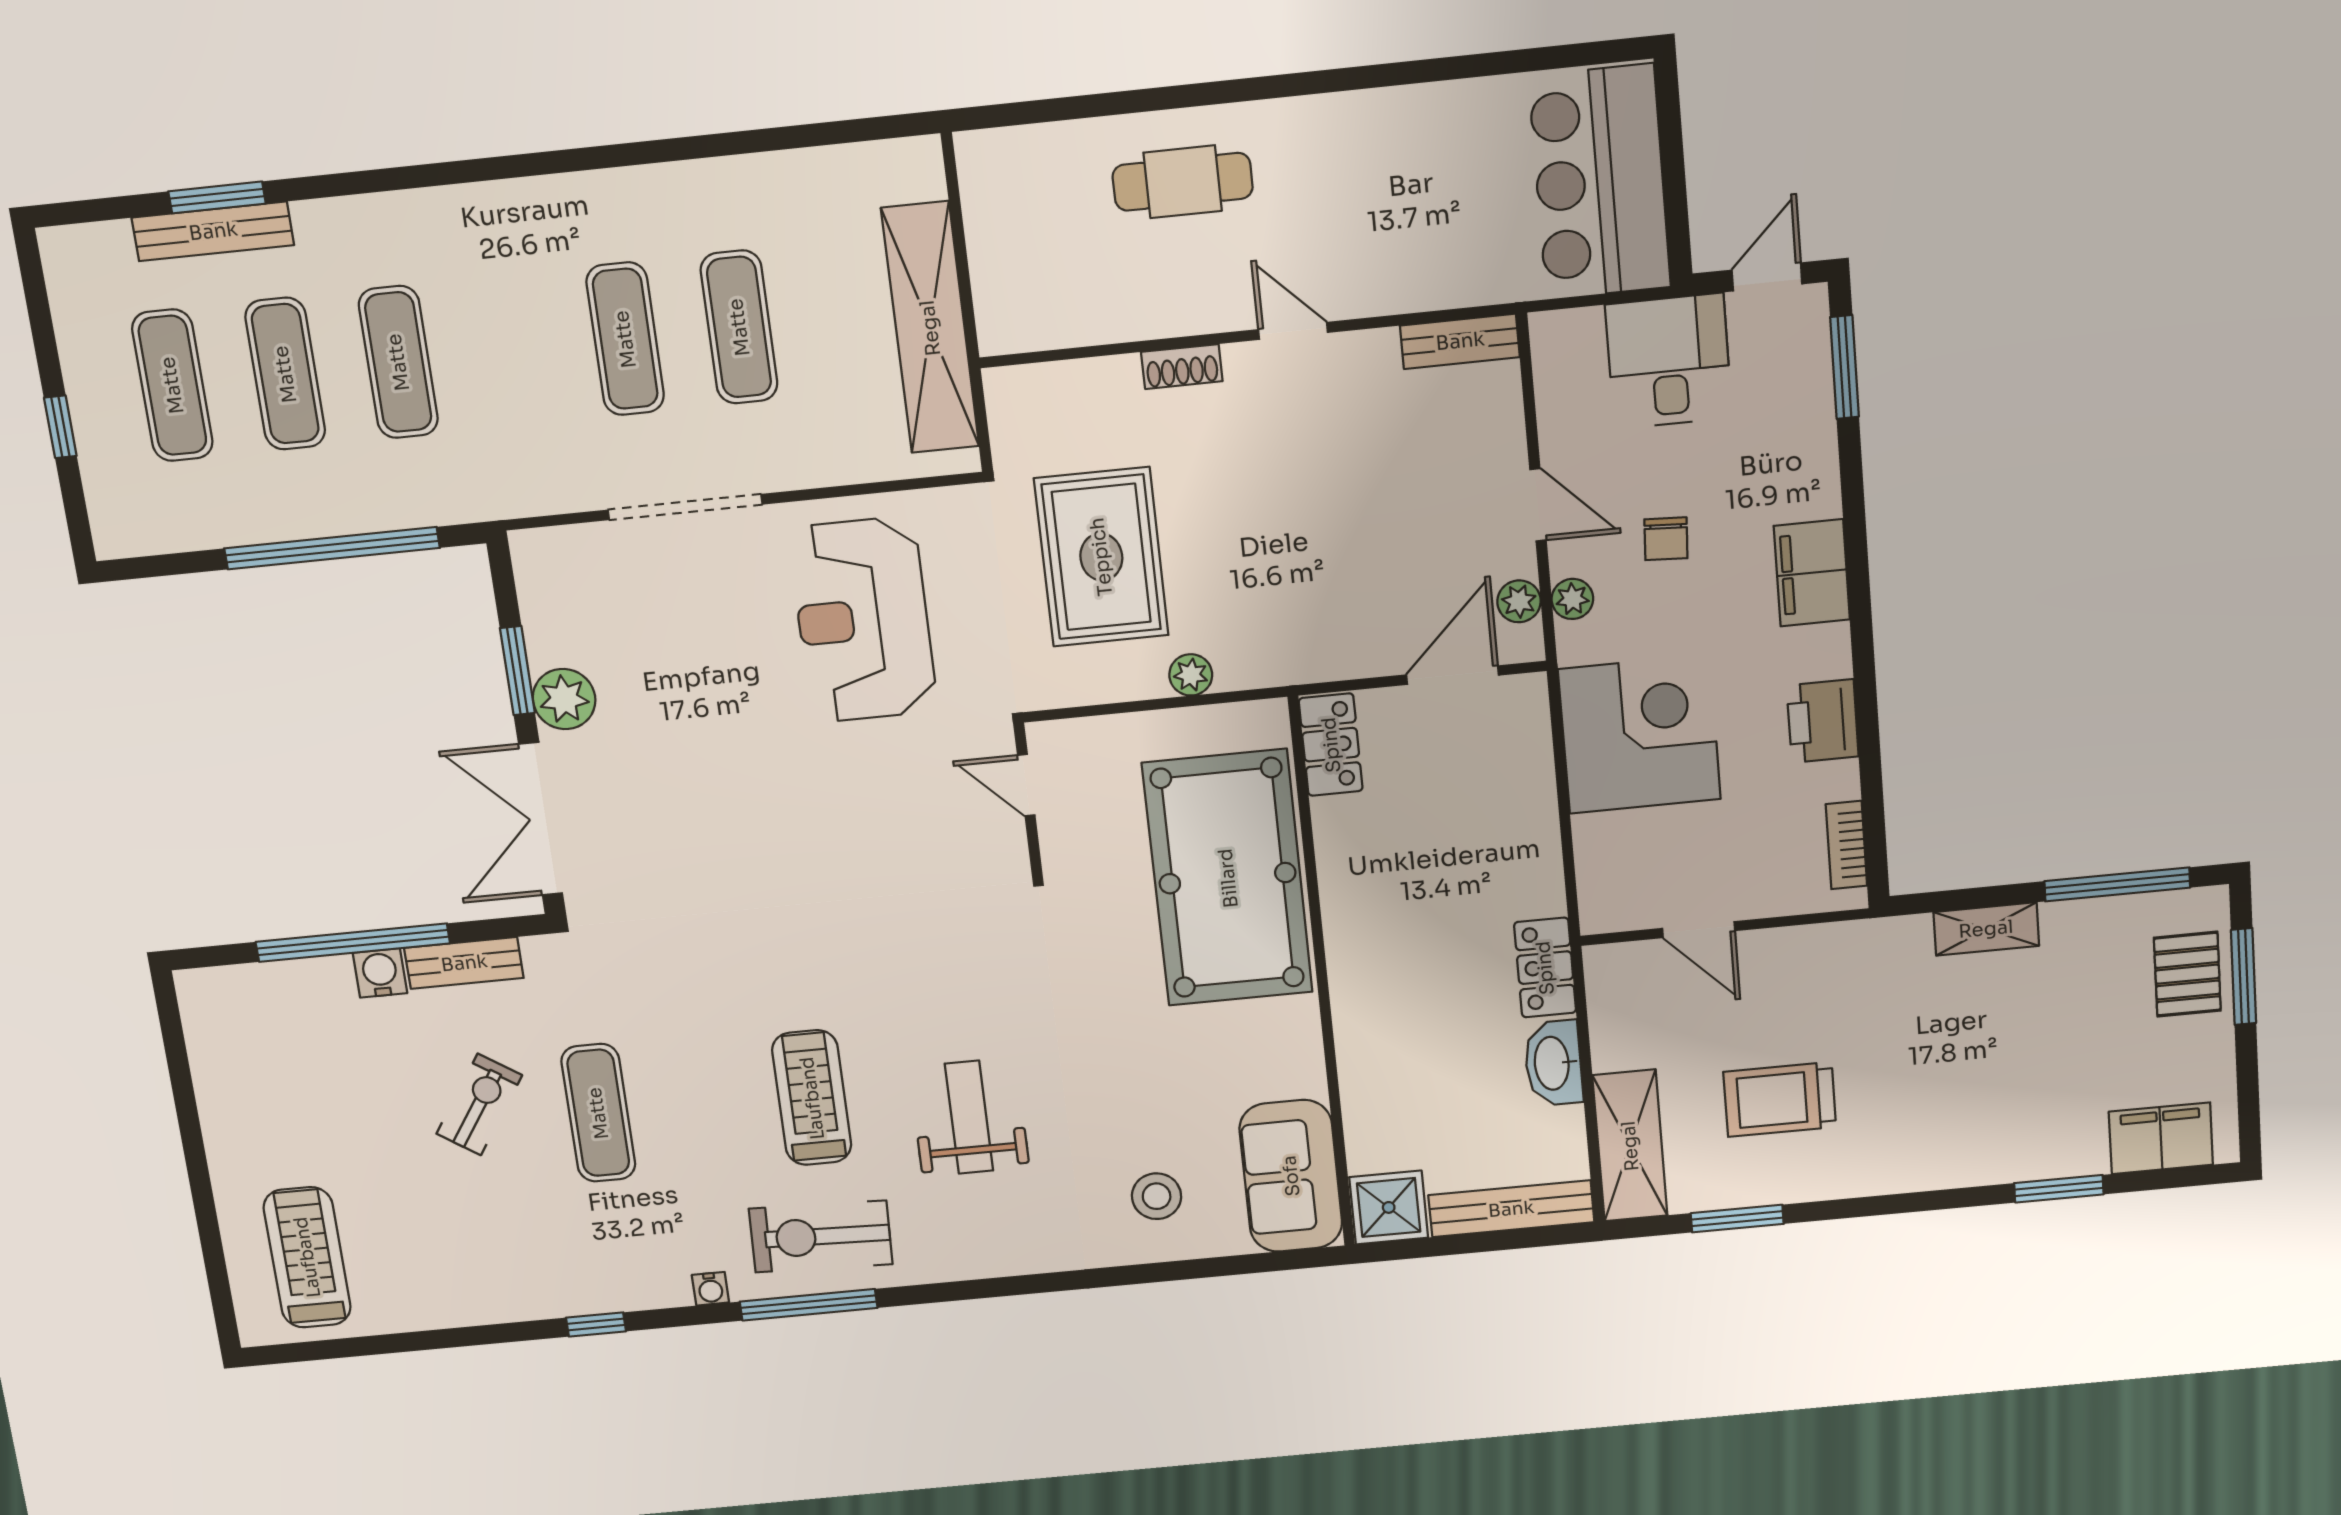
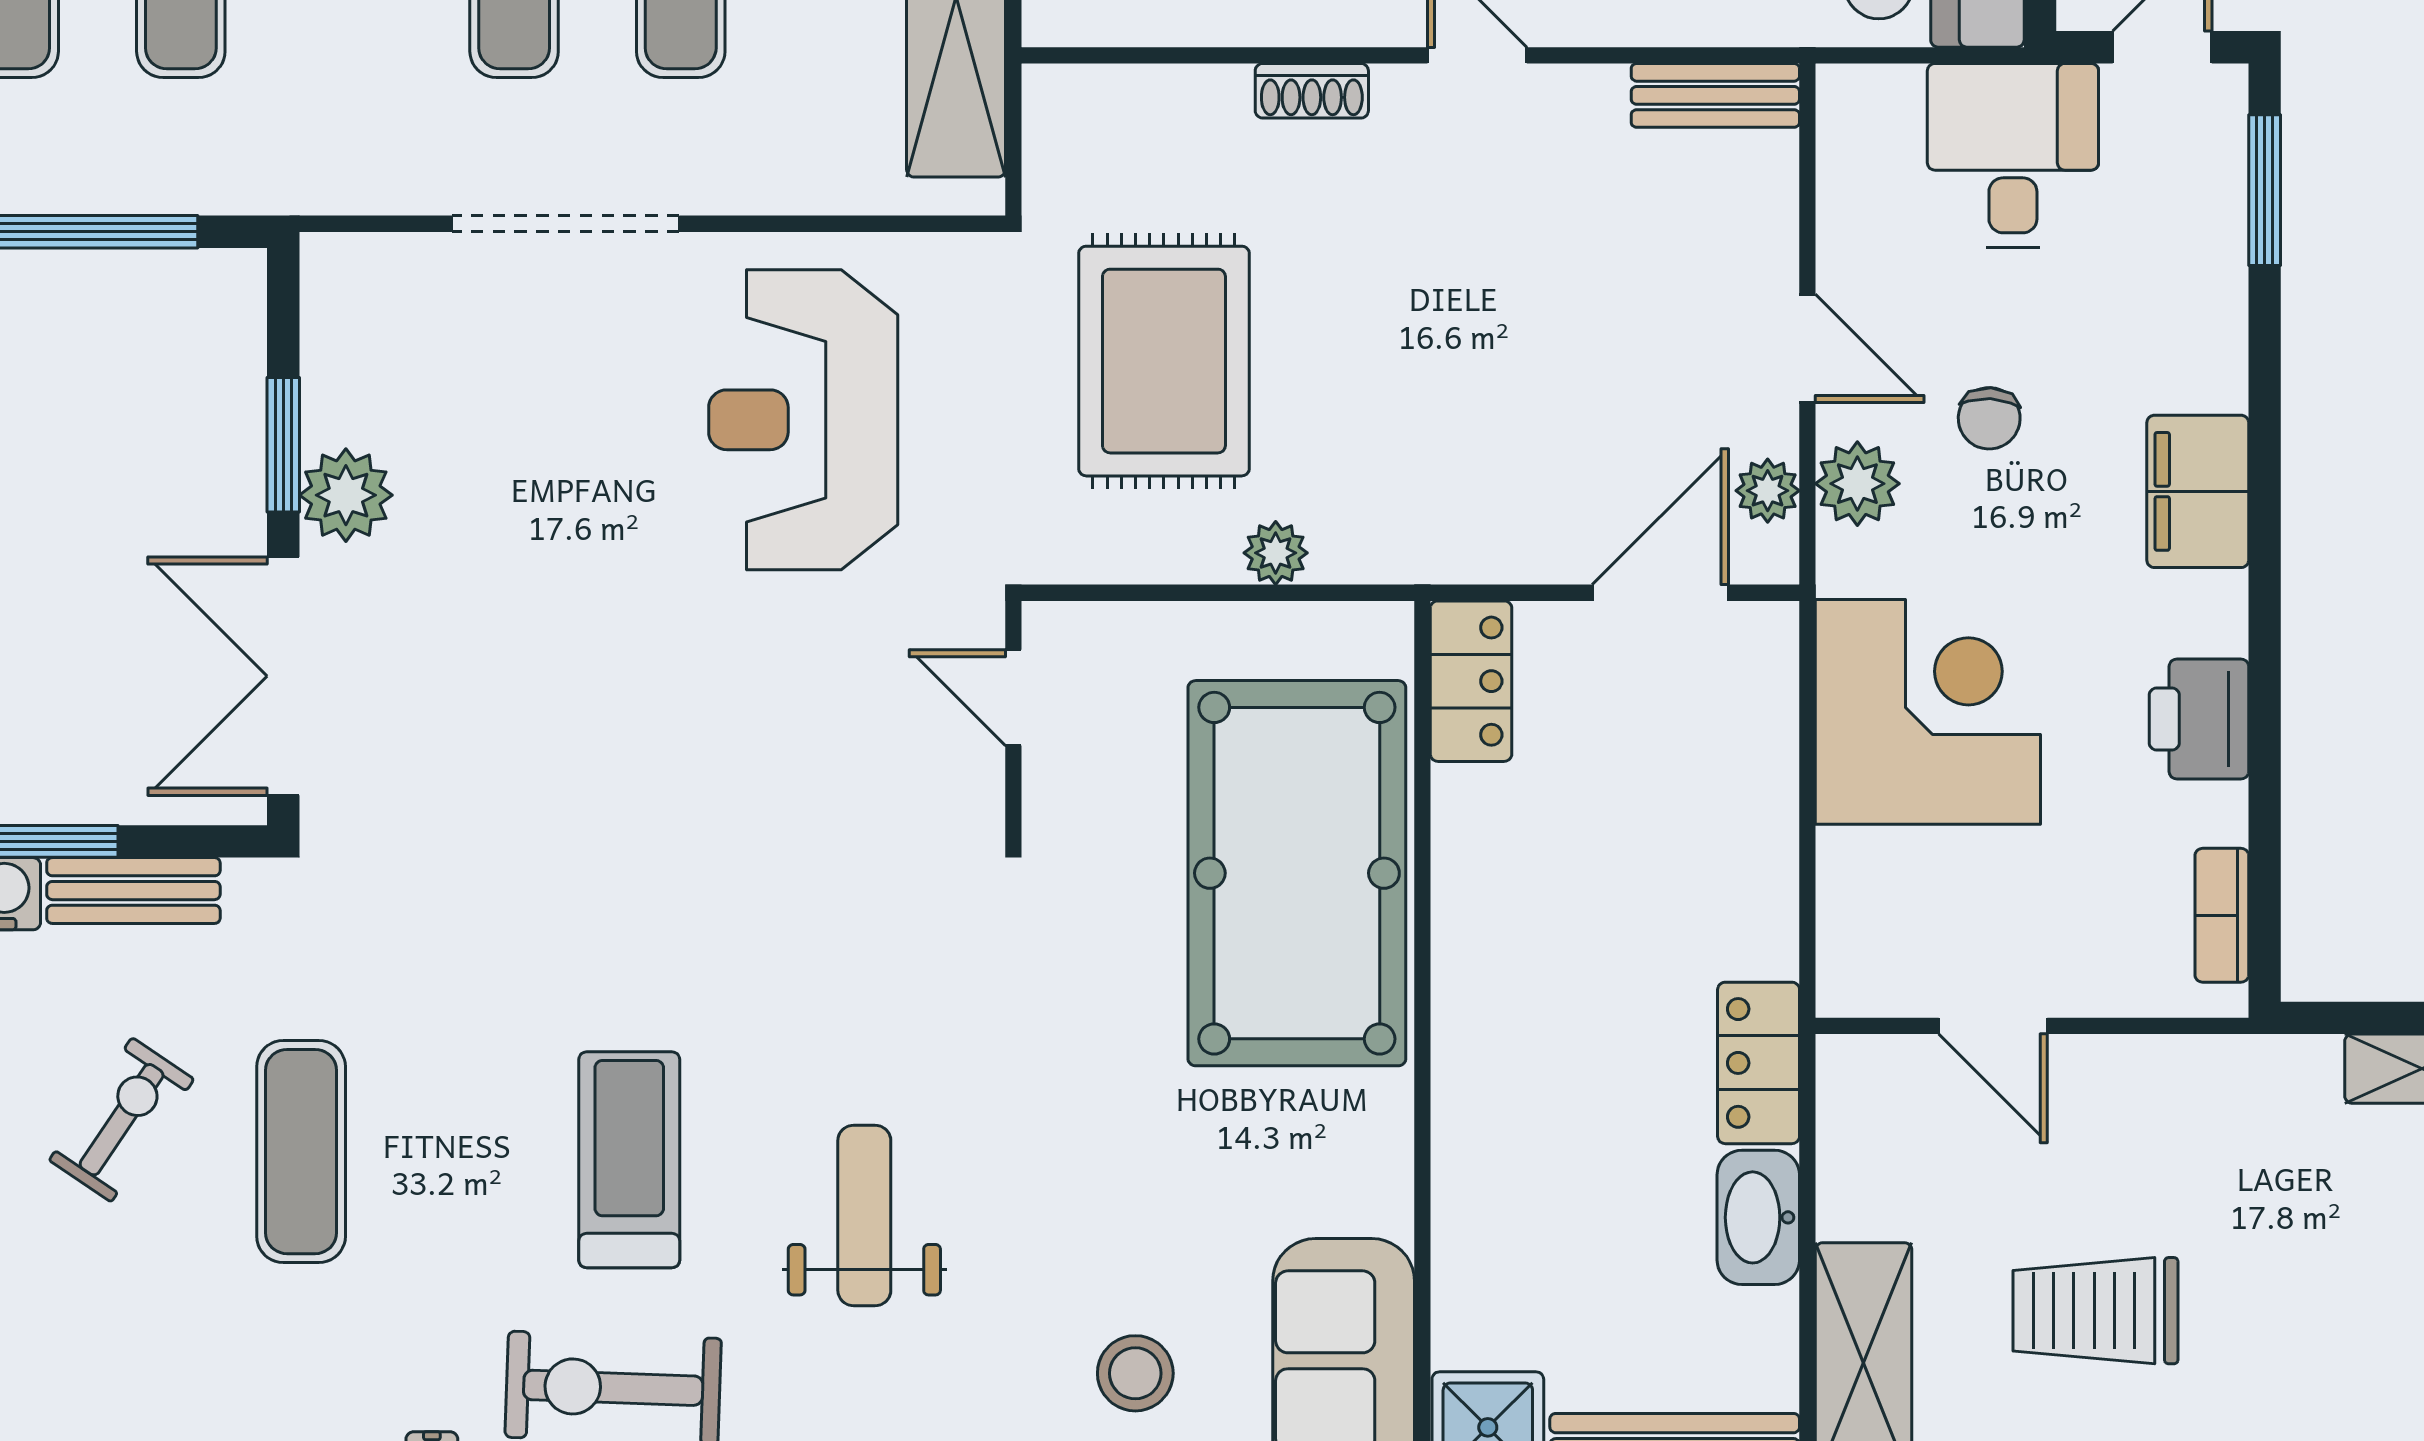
plant: (1572, 599) -> (1857, 484), width x1.38, depth x1.38

